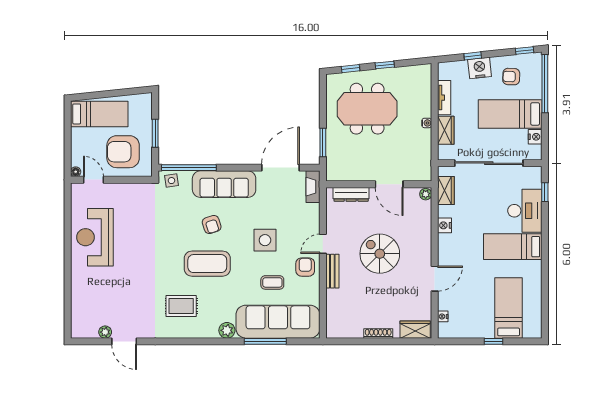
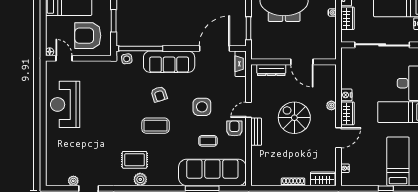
wardrobe: (446, 190) -> (348, 113), moved
plant: (426, 194) -> (331, 105), moved
coffee table: (207, 264) -> (156, 126), width x0.73, depth x0.76
plant: (227, 330) -> (140, 179), moved

